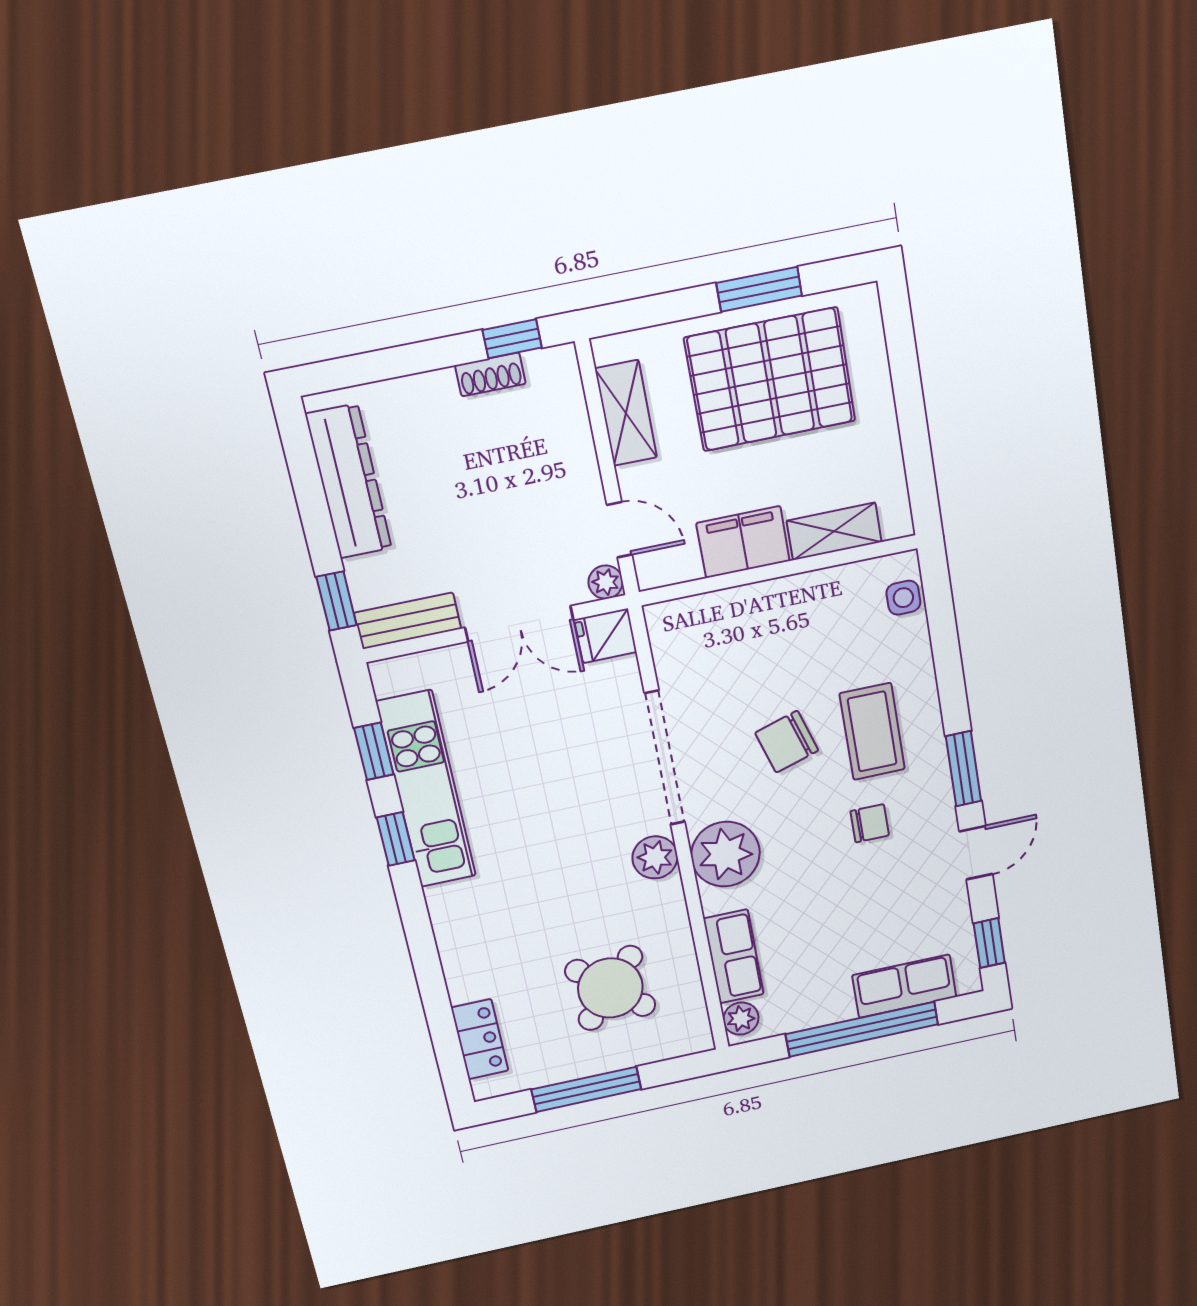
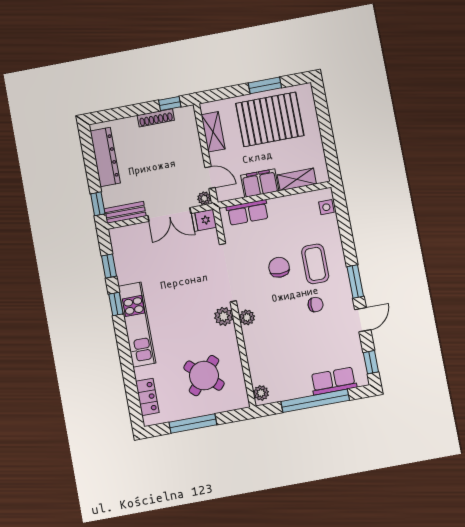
shoe rack: (490, 374) -> (156, 118), width x1.43
chair: (787, 742) -> (279, 267), turned 107
kitchen unit: (426, 790) -> (137, 325), moved
plant: (725, 854) -> (247, 317), width x0.53, depth x0.53
row of seats: (734, 956) -> (248, 212), moved, turned 90

